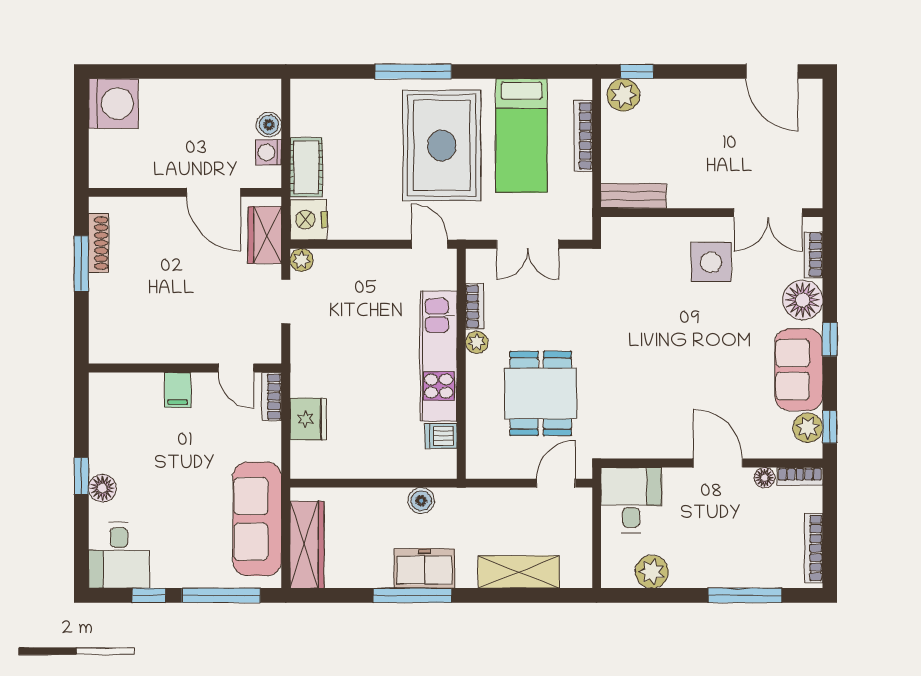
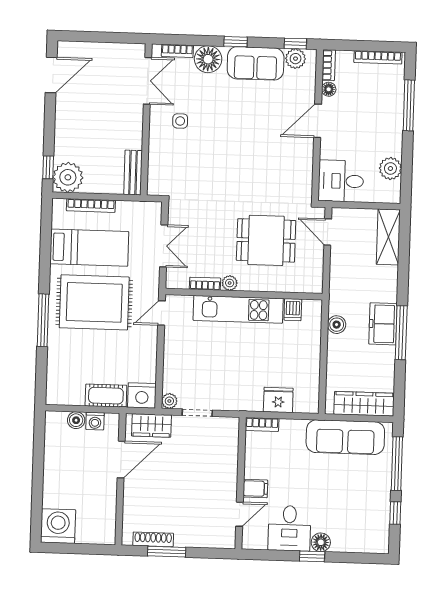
plant: (623, 95) -> (68, 177), width x1.36, depth x1.36
side table: (711, 262) -> (180, 121), width x0.54, depth x0.54
door: (236, 368) -> (240, 514), moved
desk: (119, 555) -> (289, 528), moved, turned 90
shelving: (519, 572) -> (388, 237), moved

